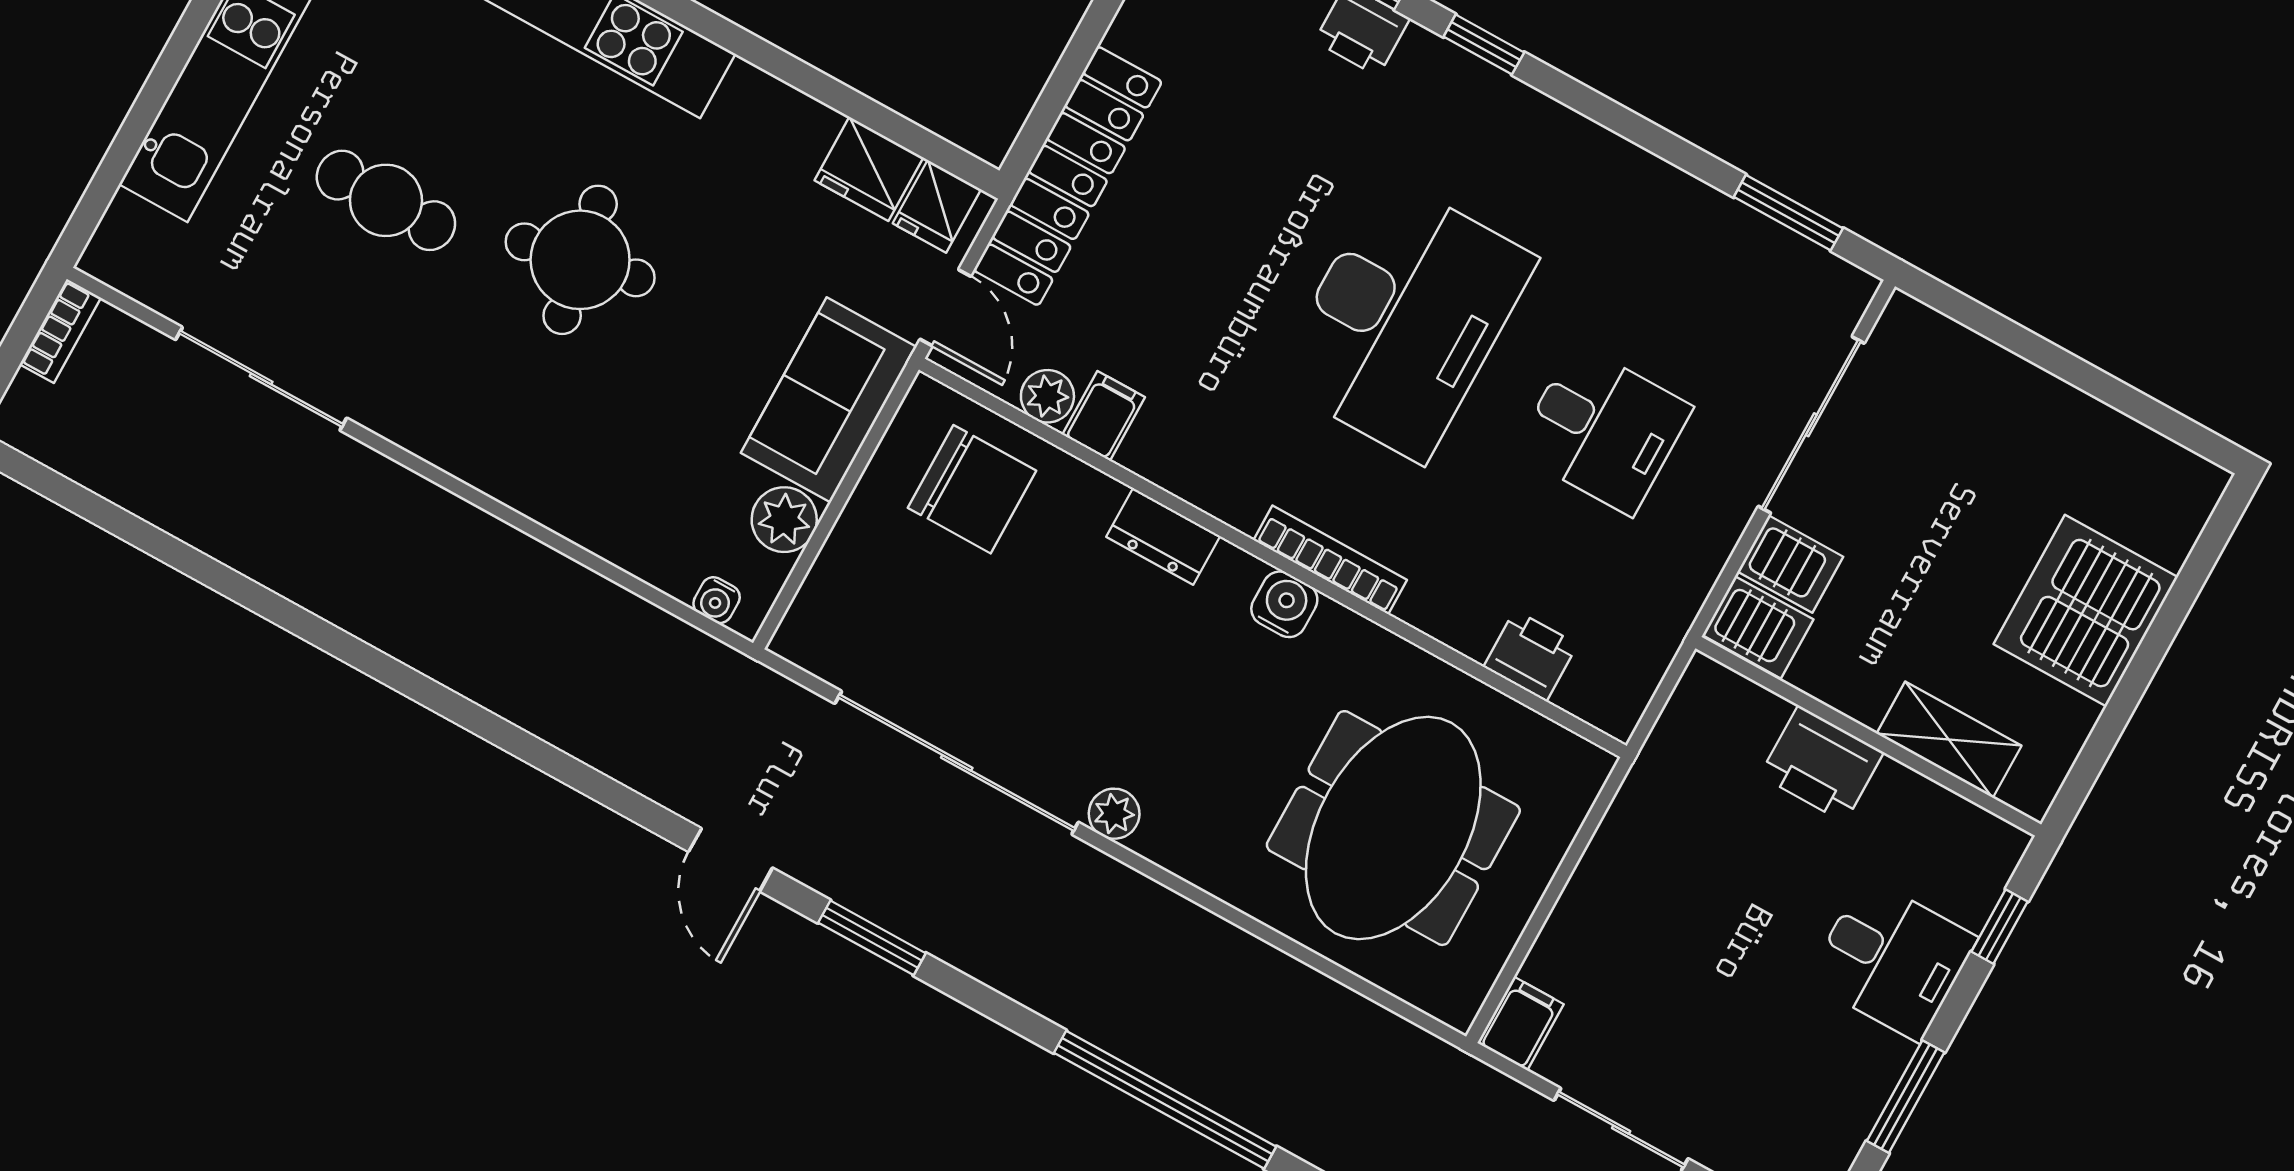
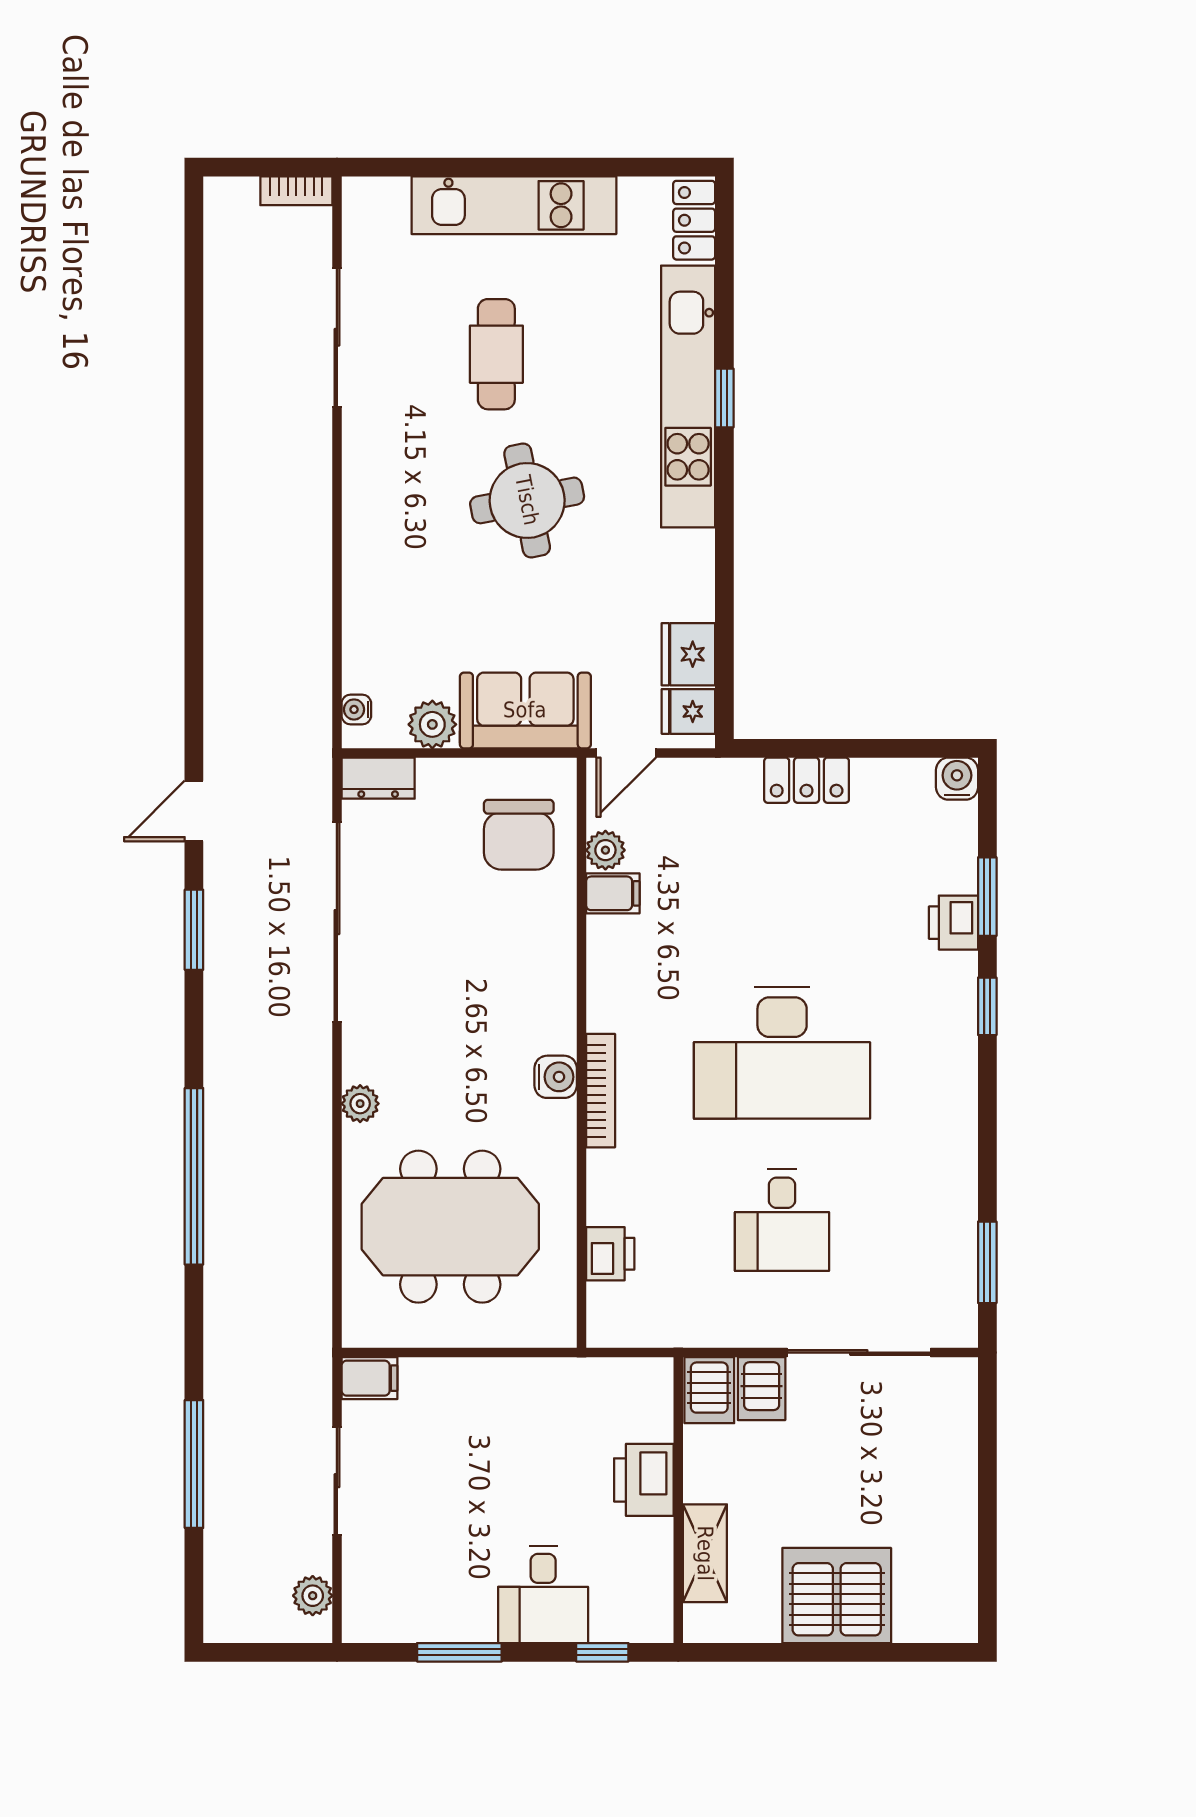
locker: (1068, 176) -> (807, 780), width x0.46, depth x0.83
dresser: (1163, 537) -> (378, 778), moved, turned -90
plant: (1114, 814) -> (360, 1104), moved

